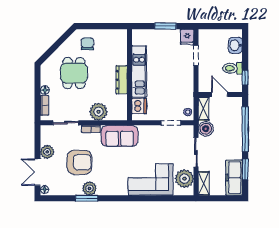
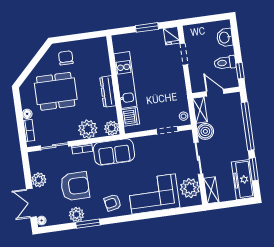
dining table: (74, 73) -> (56, 91), width x1.38
plant: (120, 114) -> (112, 128), added
armchair: (112, 182) -> (113, 203), added
plant: (89, 188) -> (77, 215), moved

